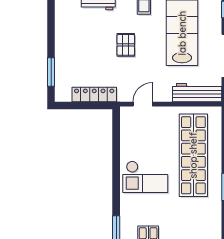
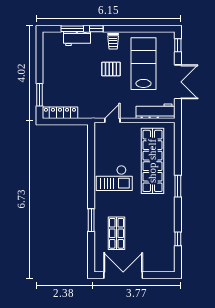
pallet: (126, 45) -> (111, 69), moved, turned 90
locker: (94, 95) -> (60, 113), moved

